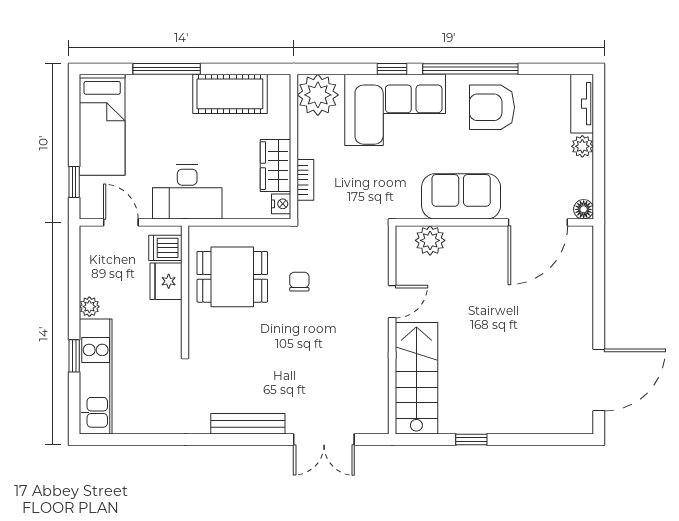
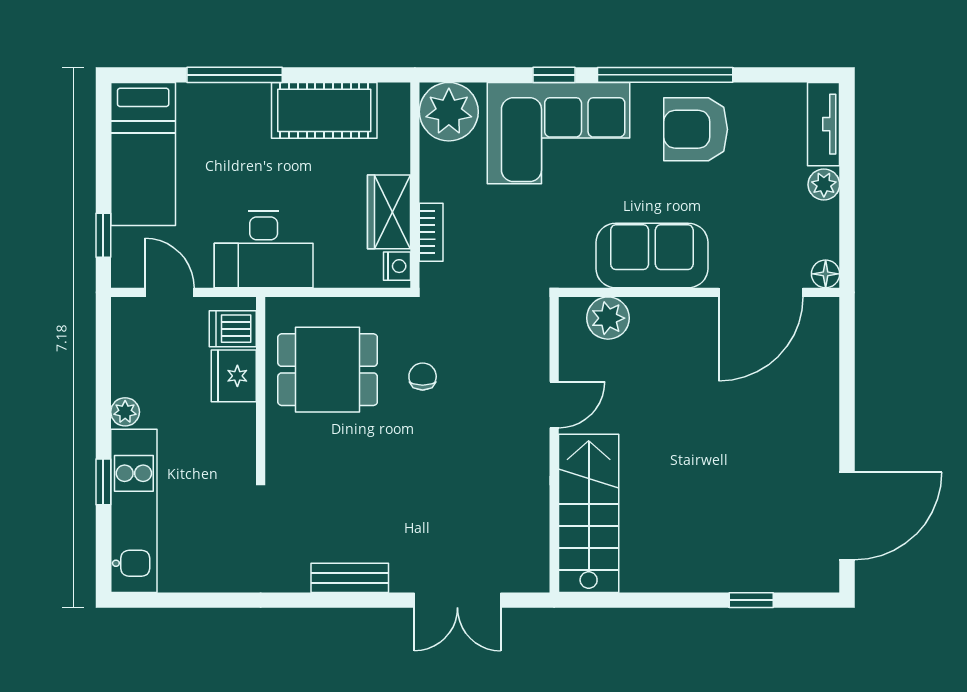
bench: (248, 424) -> (350, 578), width x0.73
window: (471, 439) -> (751, 600), moved

